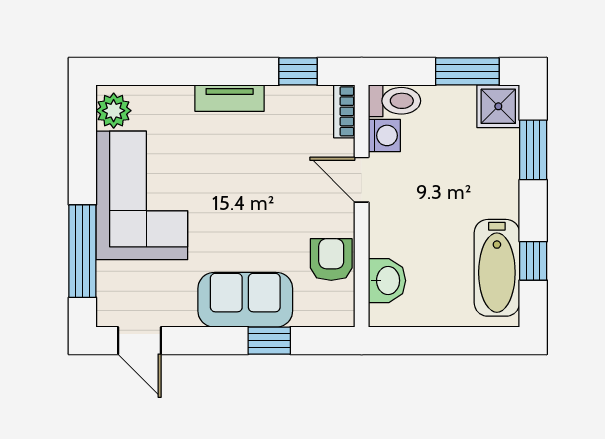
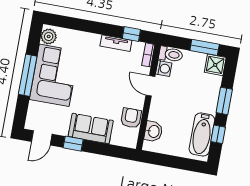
tv unit: (230, 98) -> (116, 43), moved
window: (533, 150) -> (224, 101), moved
window: (82, 251) -> (28, 75), moved
door: (139, 341) -> (42, 138), hinge flipped
window: (269, 341) -> (73, 144), moved

